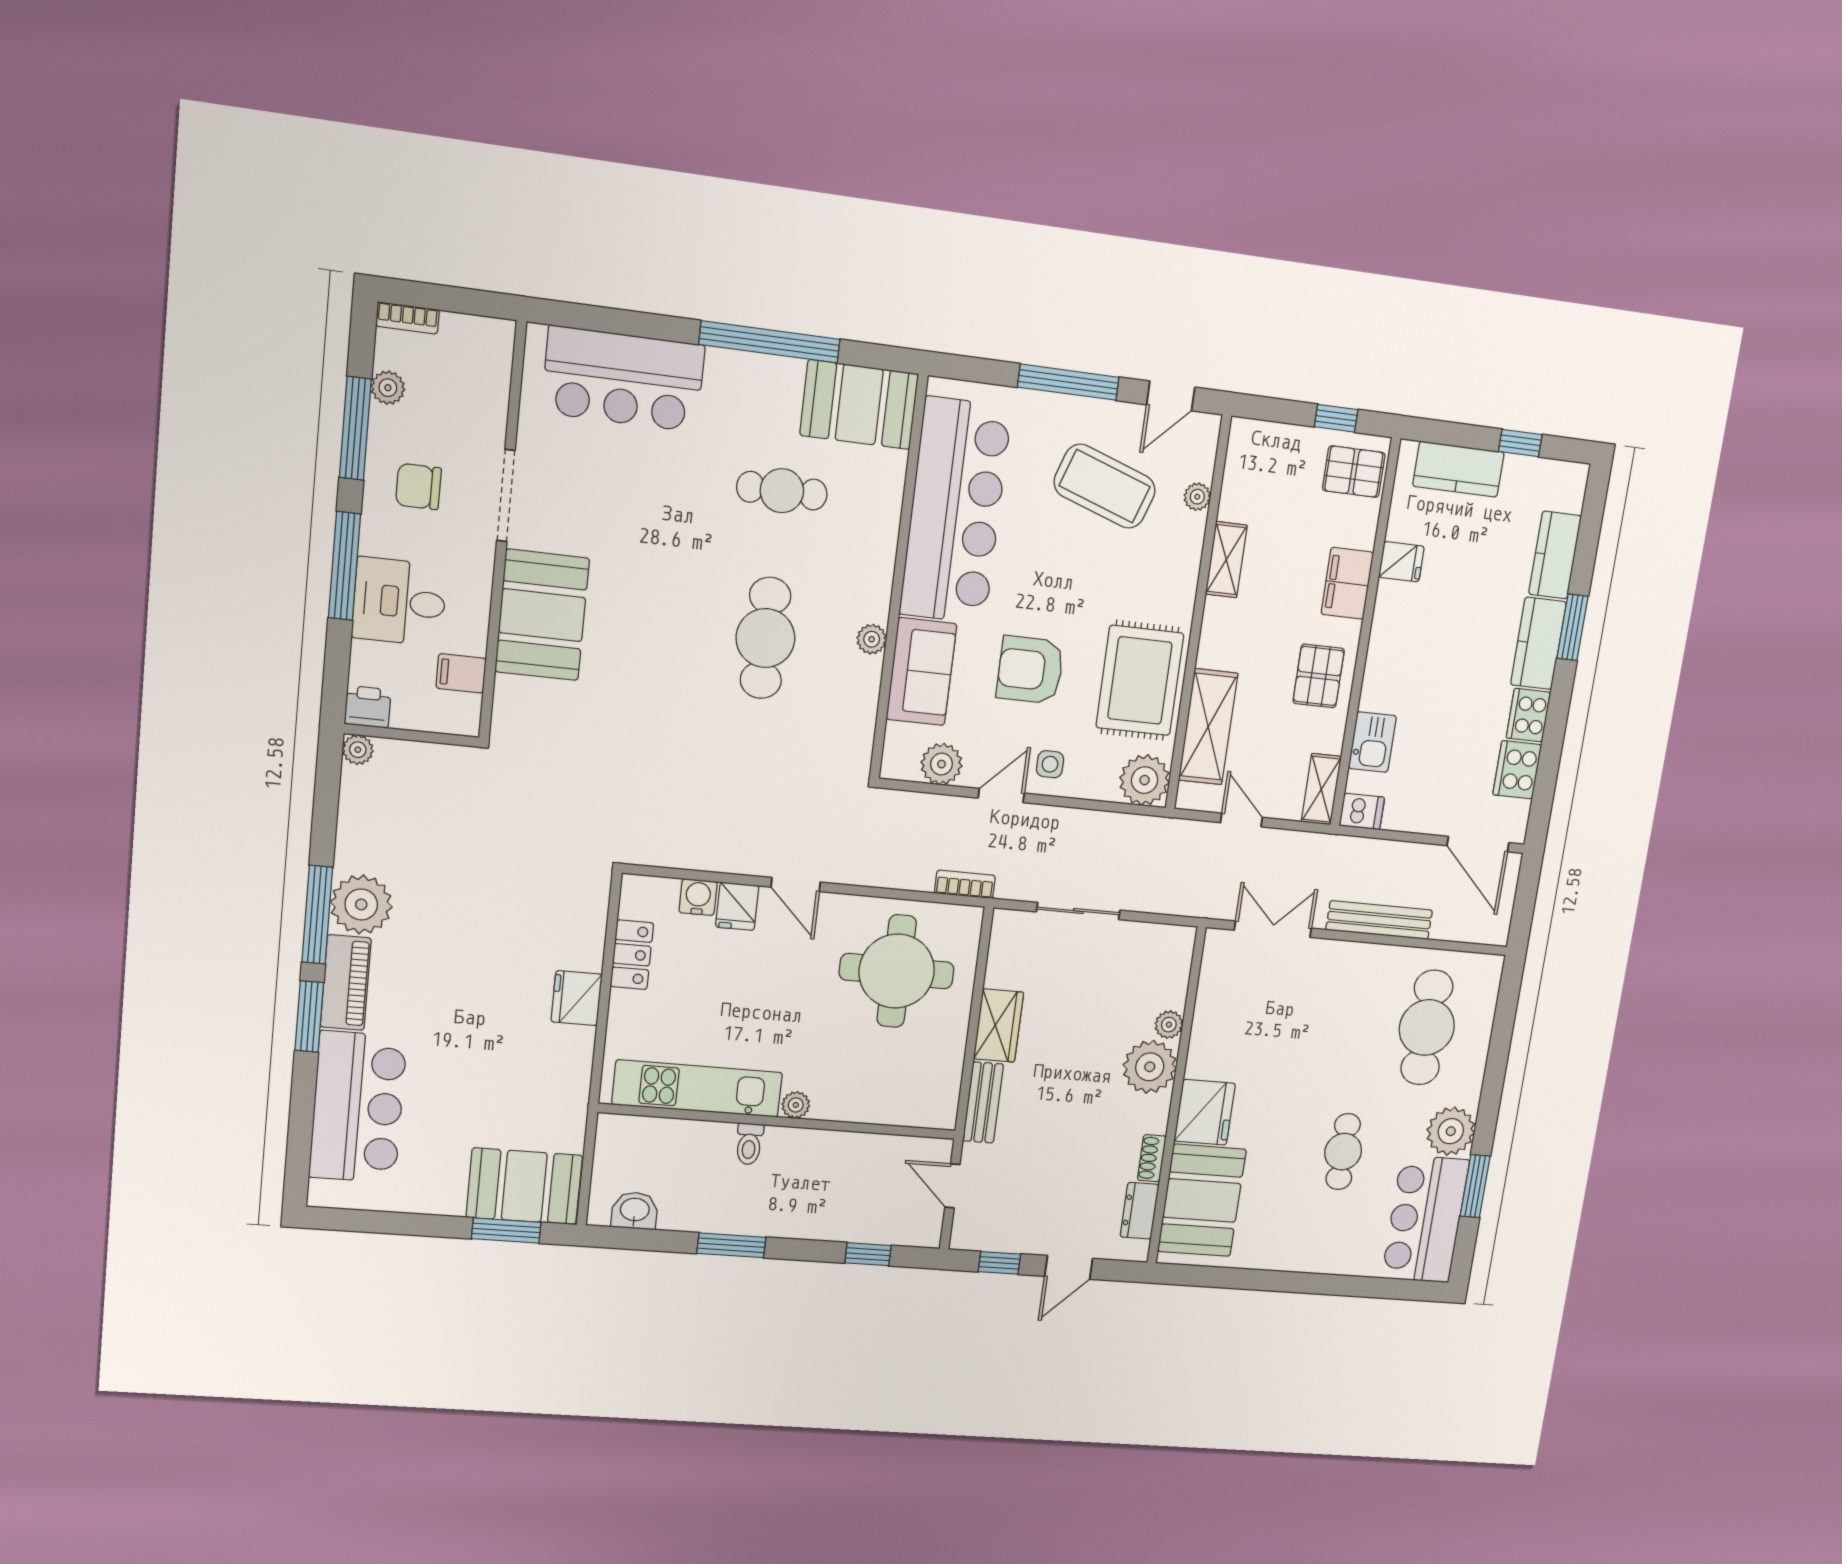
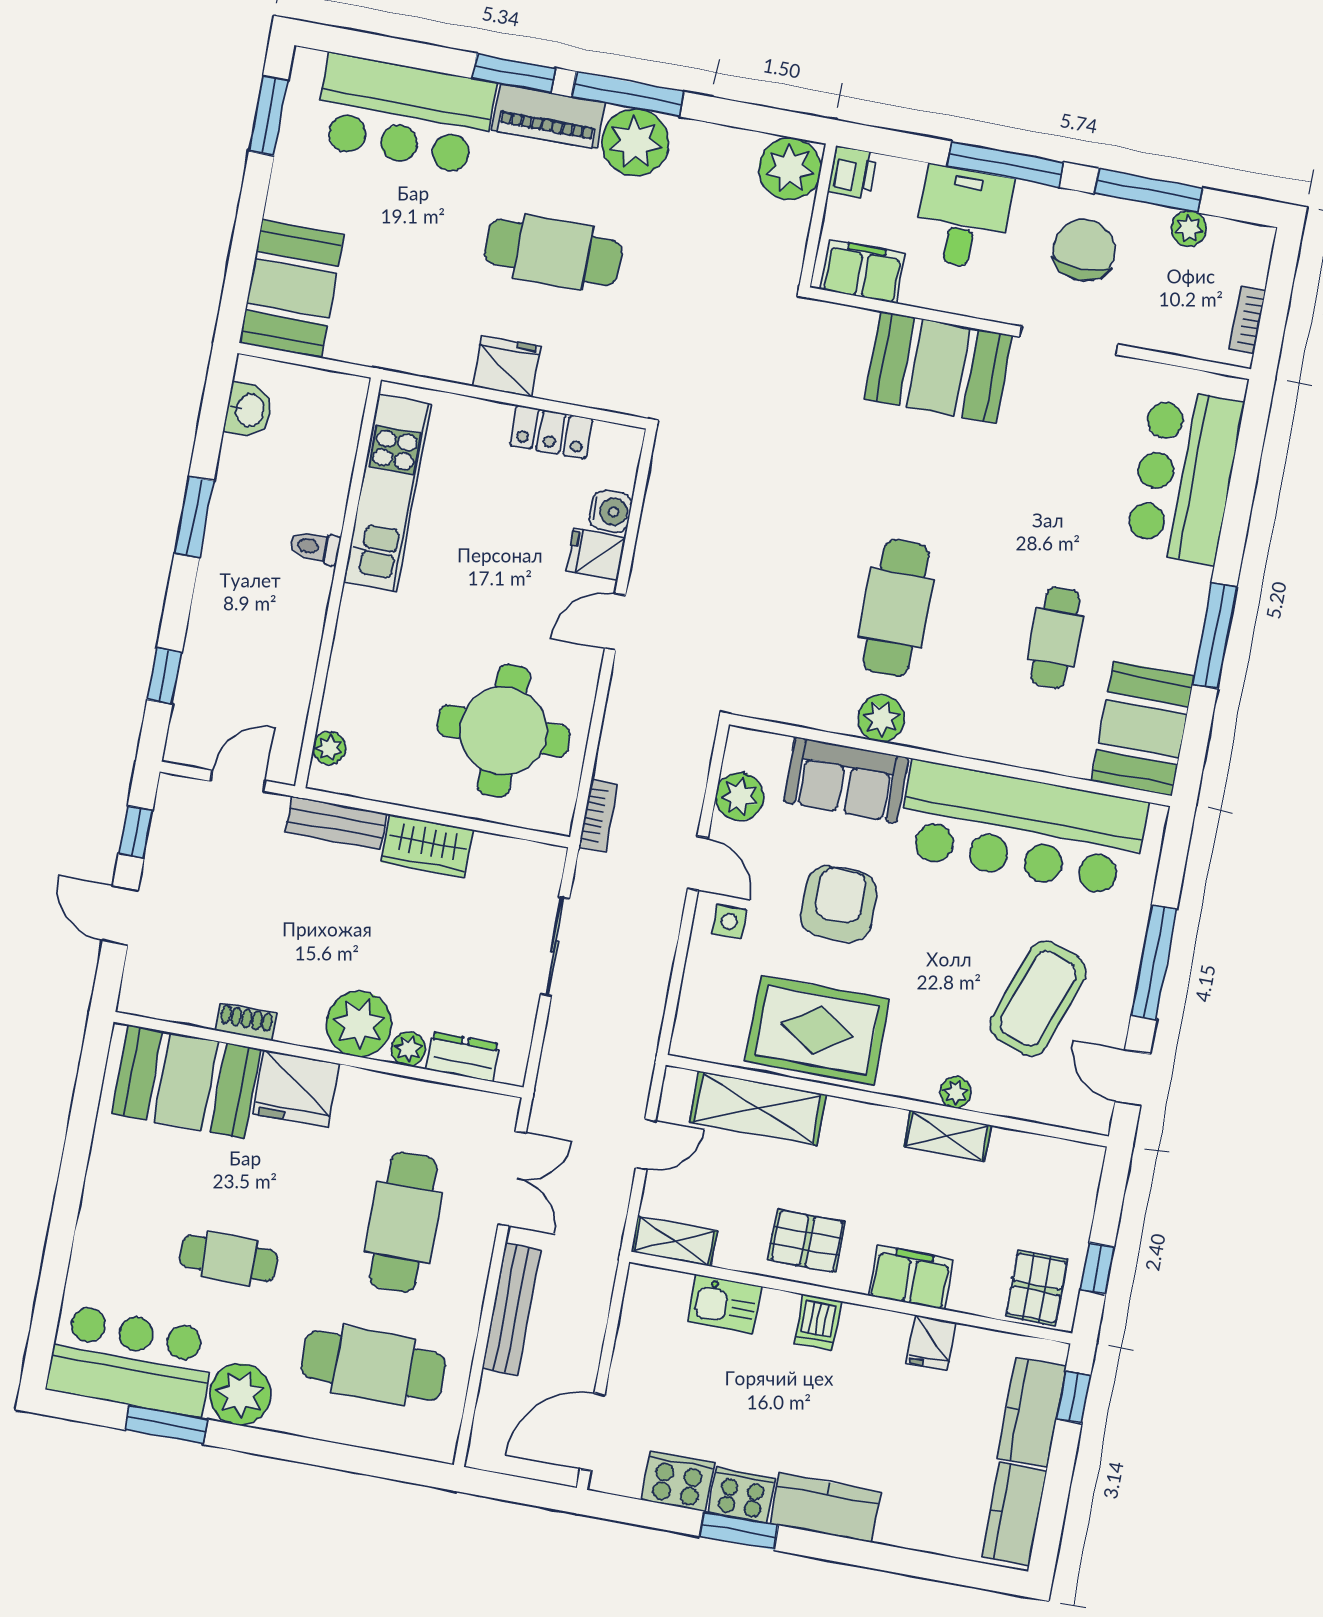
bookcase: (408, 318) -> (1247, 320), moved
window: (770, 342) -> (1215, 635), width x0.68
window: (1520, 443) -> (1073, 1397), moved
chair: (418, 486) -> (1084, 250), width x1.37, depth x1.37
plant: (1197, 497) -> (956, 1092), moved
kitchen counter: (1555, 555) -> (1015, 1514), moved, turned -90
window: (1572, 627) -> (739, 1531), moved
cafe table: (765, 638) -> (896, 608), turned 90
plant: (872, 639) -> (881, 719), width x1.38, depth x1.38
filing cabinet: (461, 673) -> (863, 271), width x2.00
plant: (358, 750) -> (790, 169), width x1.87, depth x1.87
plant: (1145, 780) -> (702, 1031), removed
dishwasher: (1362, 811) -> (818, 1322), moved
cafe table: (470, 967) -> (553, 252), added
cafe table: (1311, 1015) -> (403, 1222), added
plant: (796, 1105) -> (329, 748), moved
dresser: (1140, 1211) -> (463, 1057), moved
window: (506, 1230) -> (268, 116), moved

